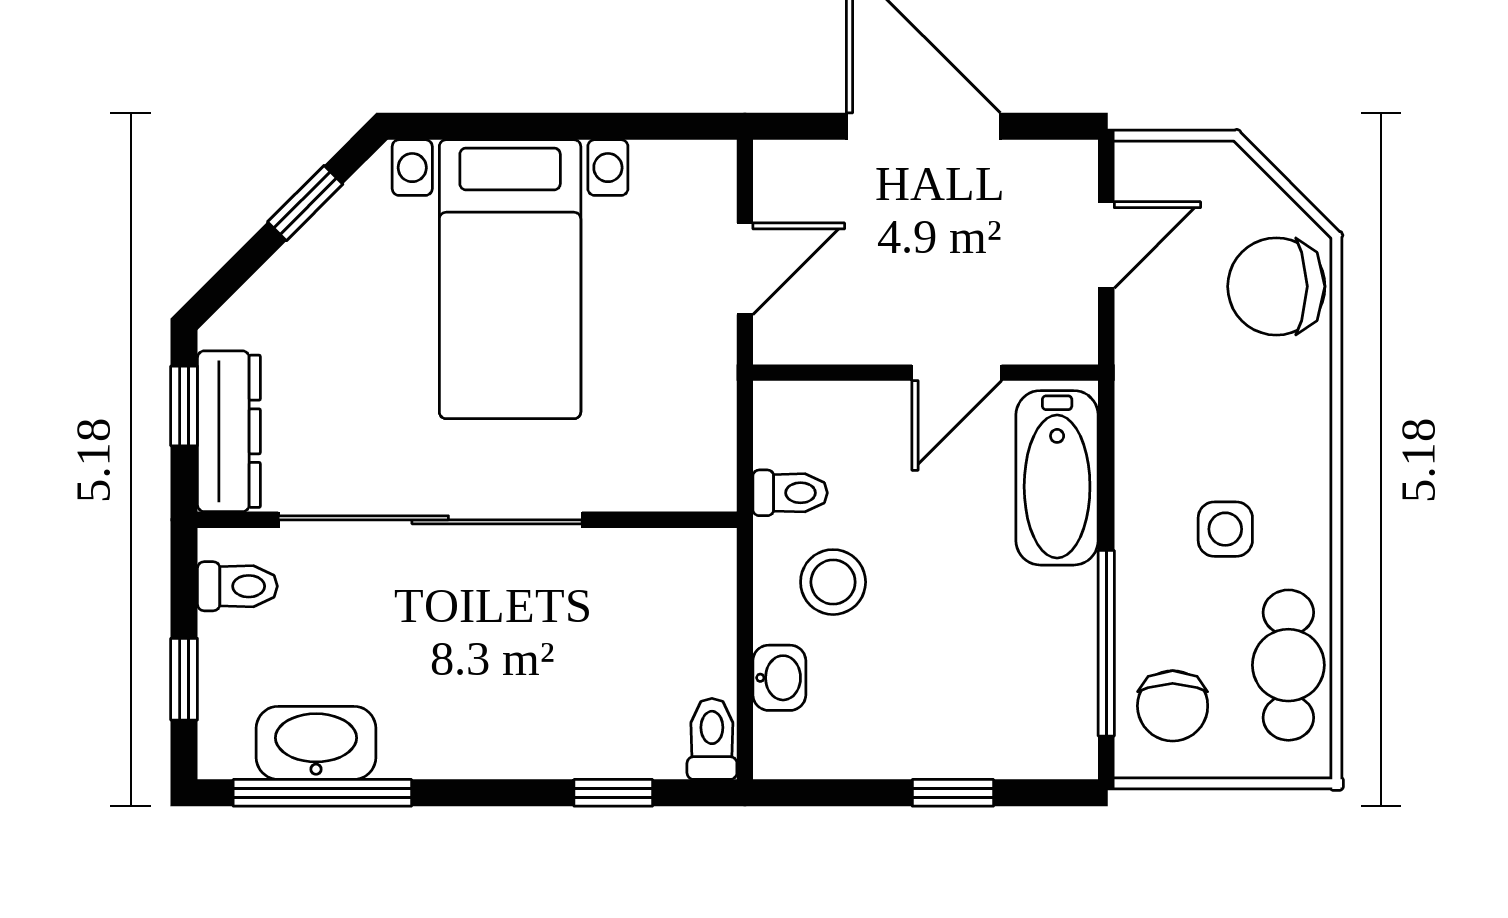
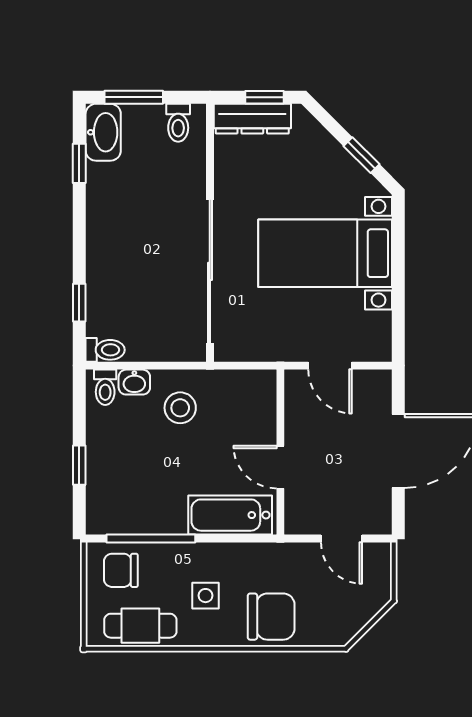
chair: (1276, 286) -> (271, 617), moved, turned 90
toilet: (790, 493) -> (105, 387), moved
sliding door: (430, 520) -> (210, 271), moved
window: (184, 679) -> (134, 97), width x1.50
washbasin: (316, 743) -> (103, 132), moved
window: (322, 793) -> (79, 163), width x0.46

